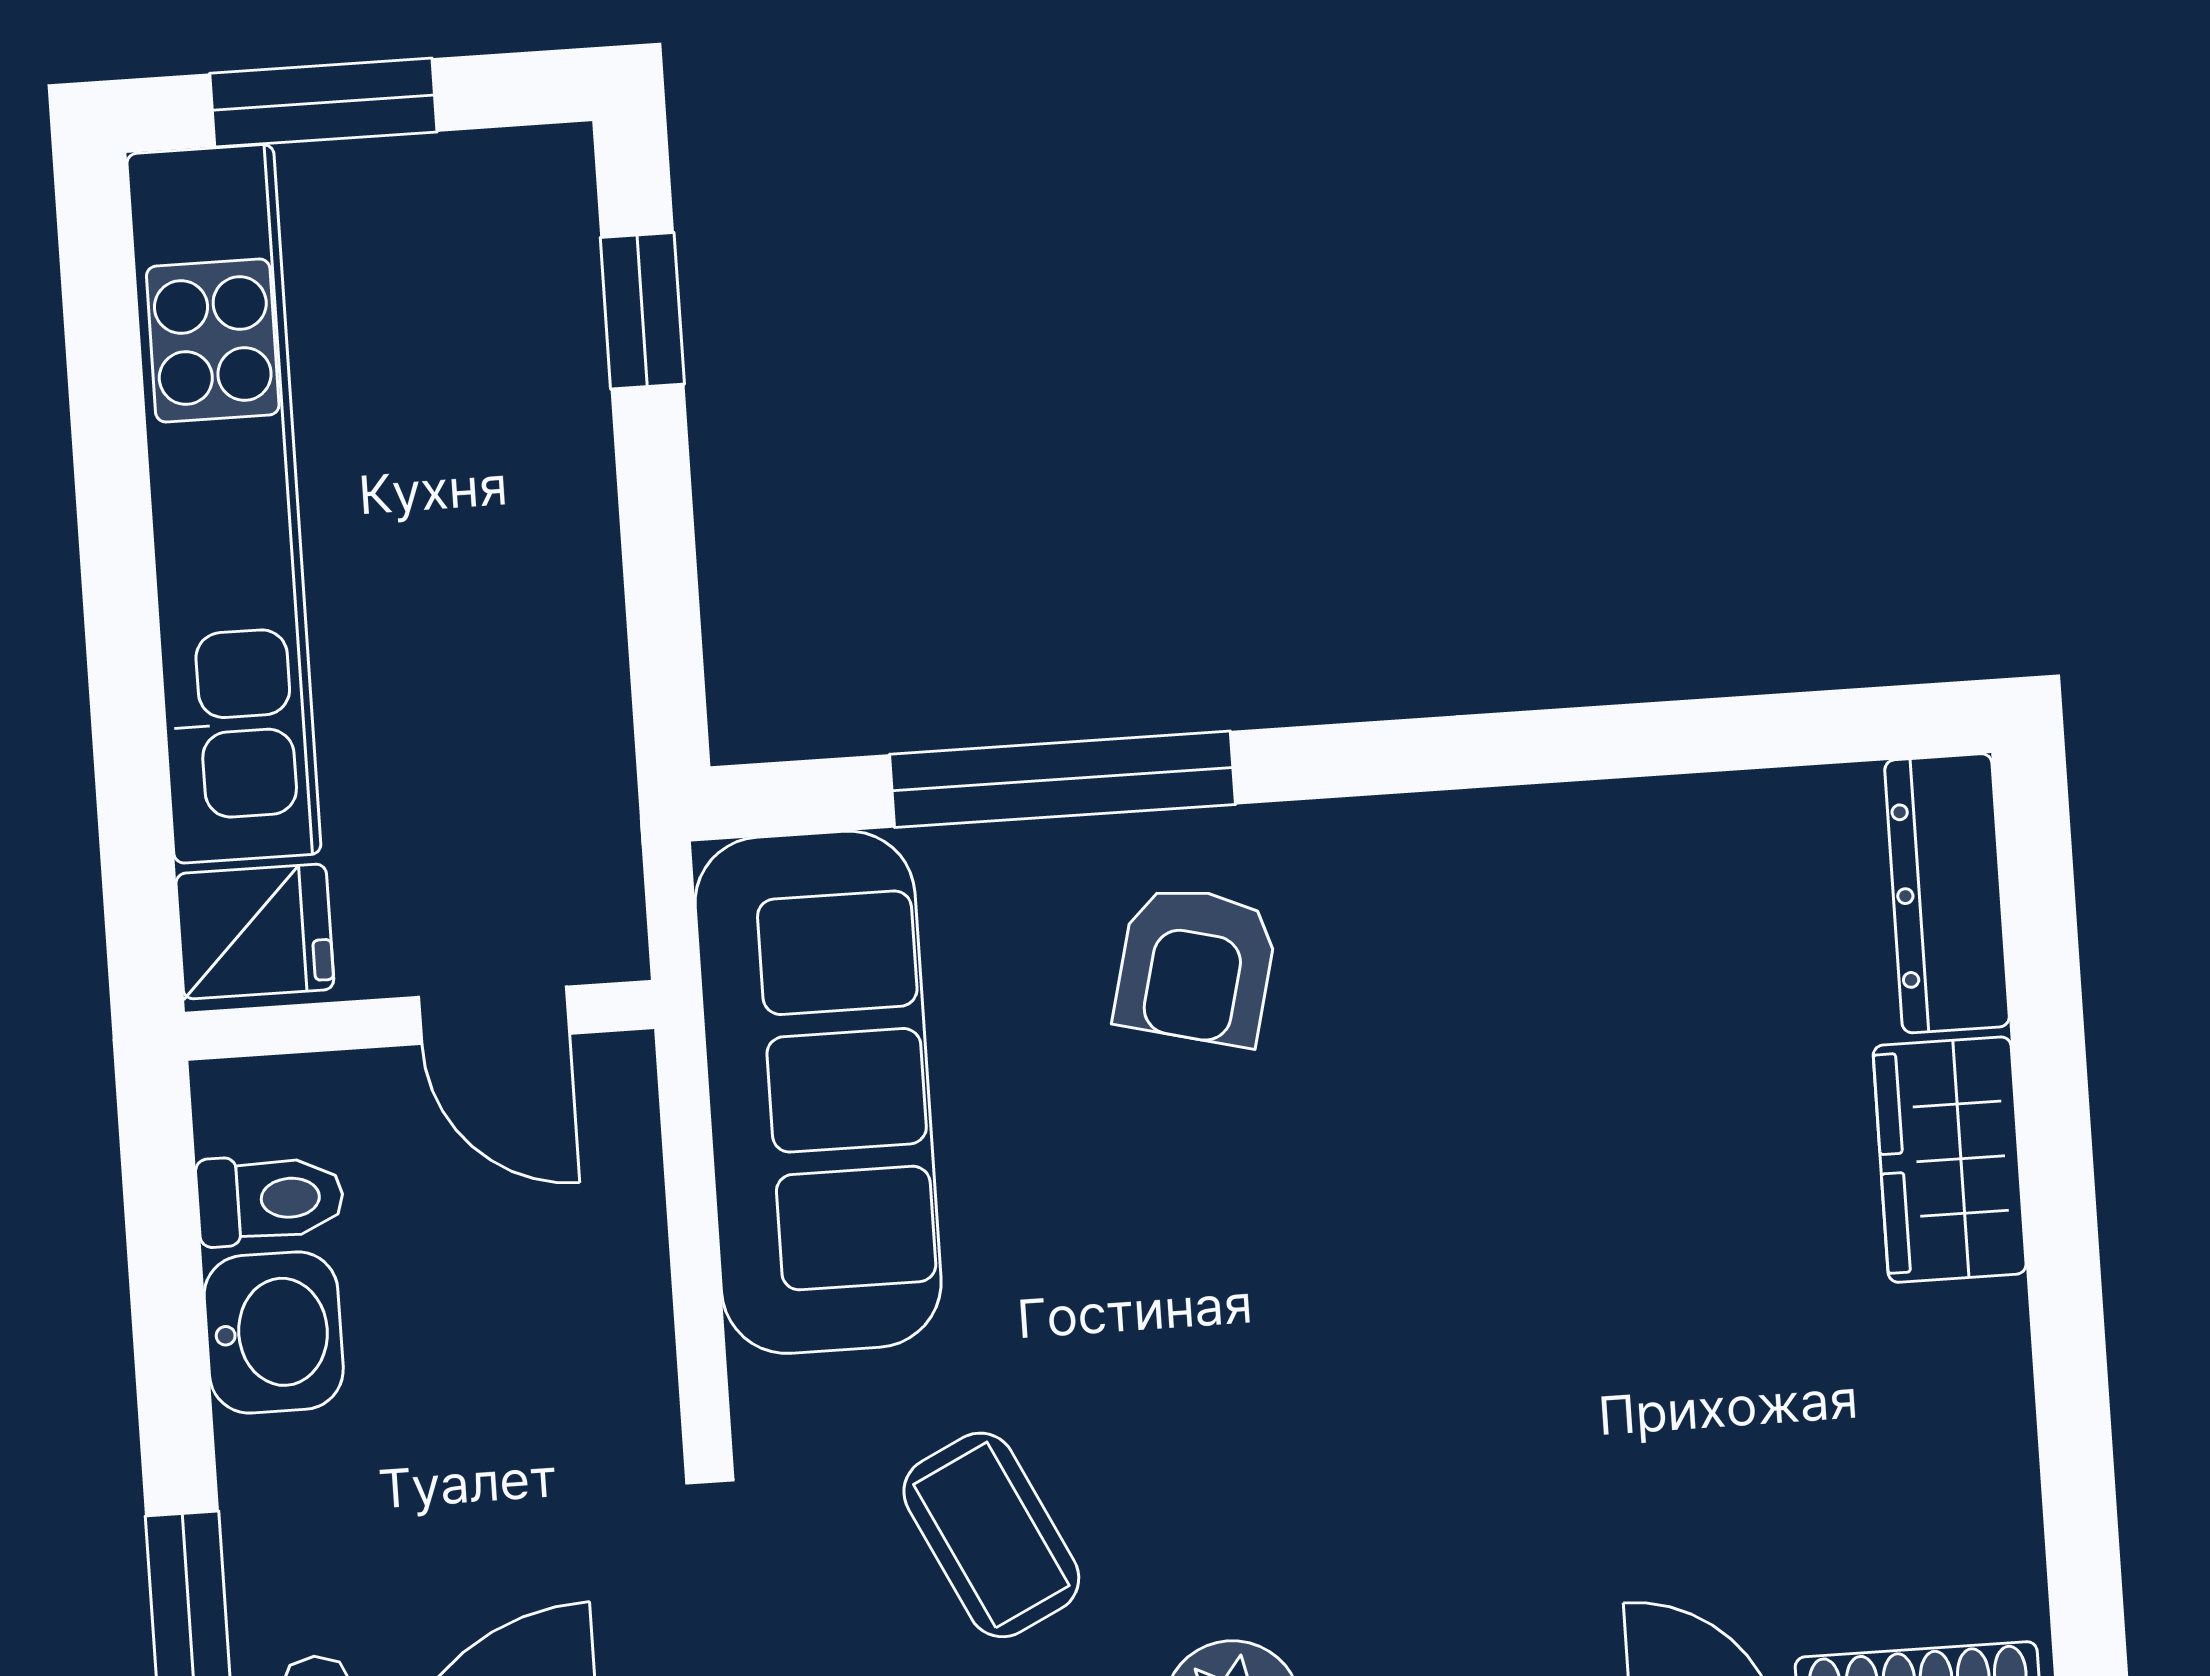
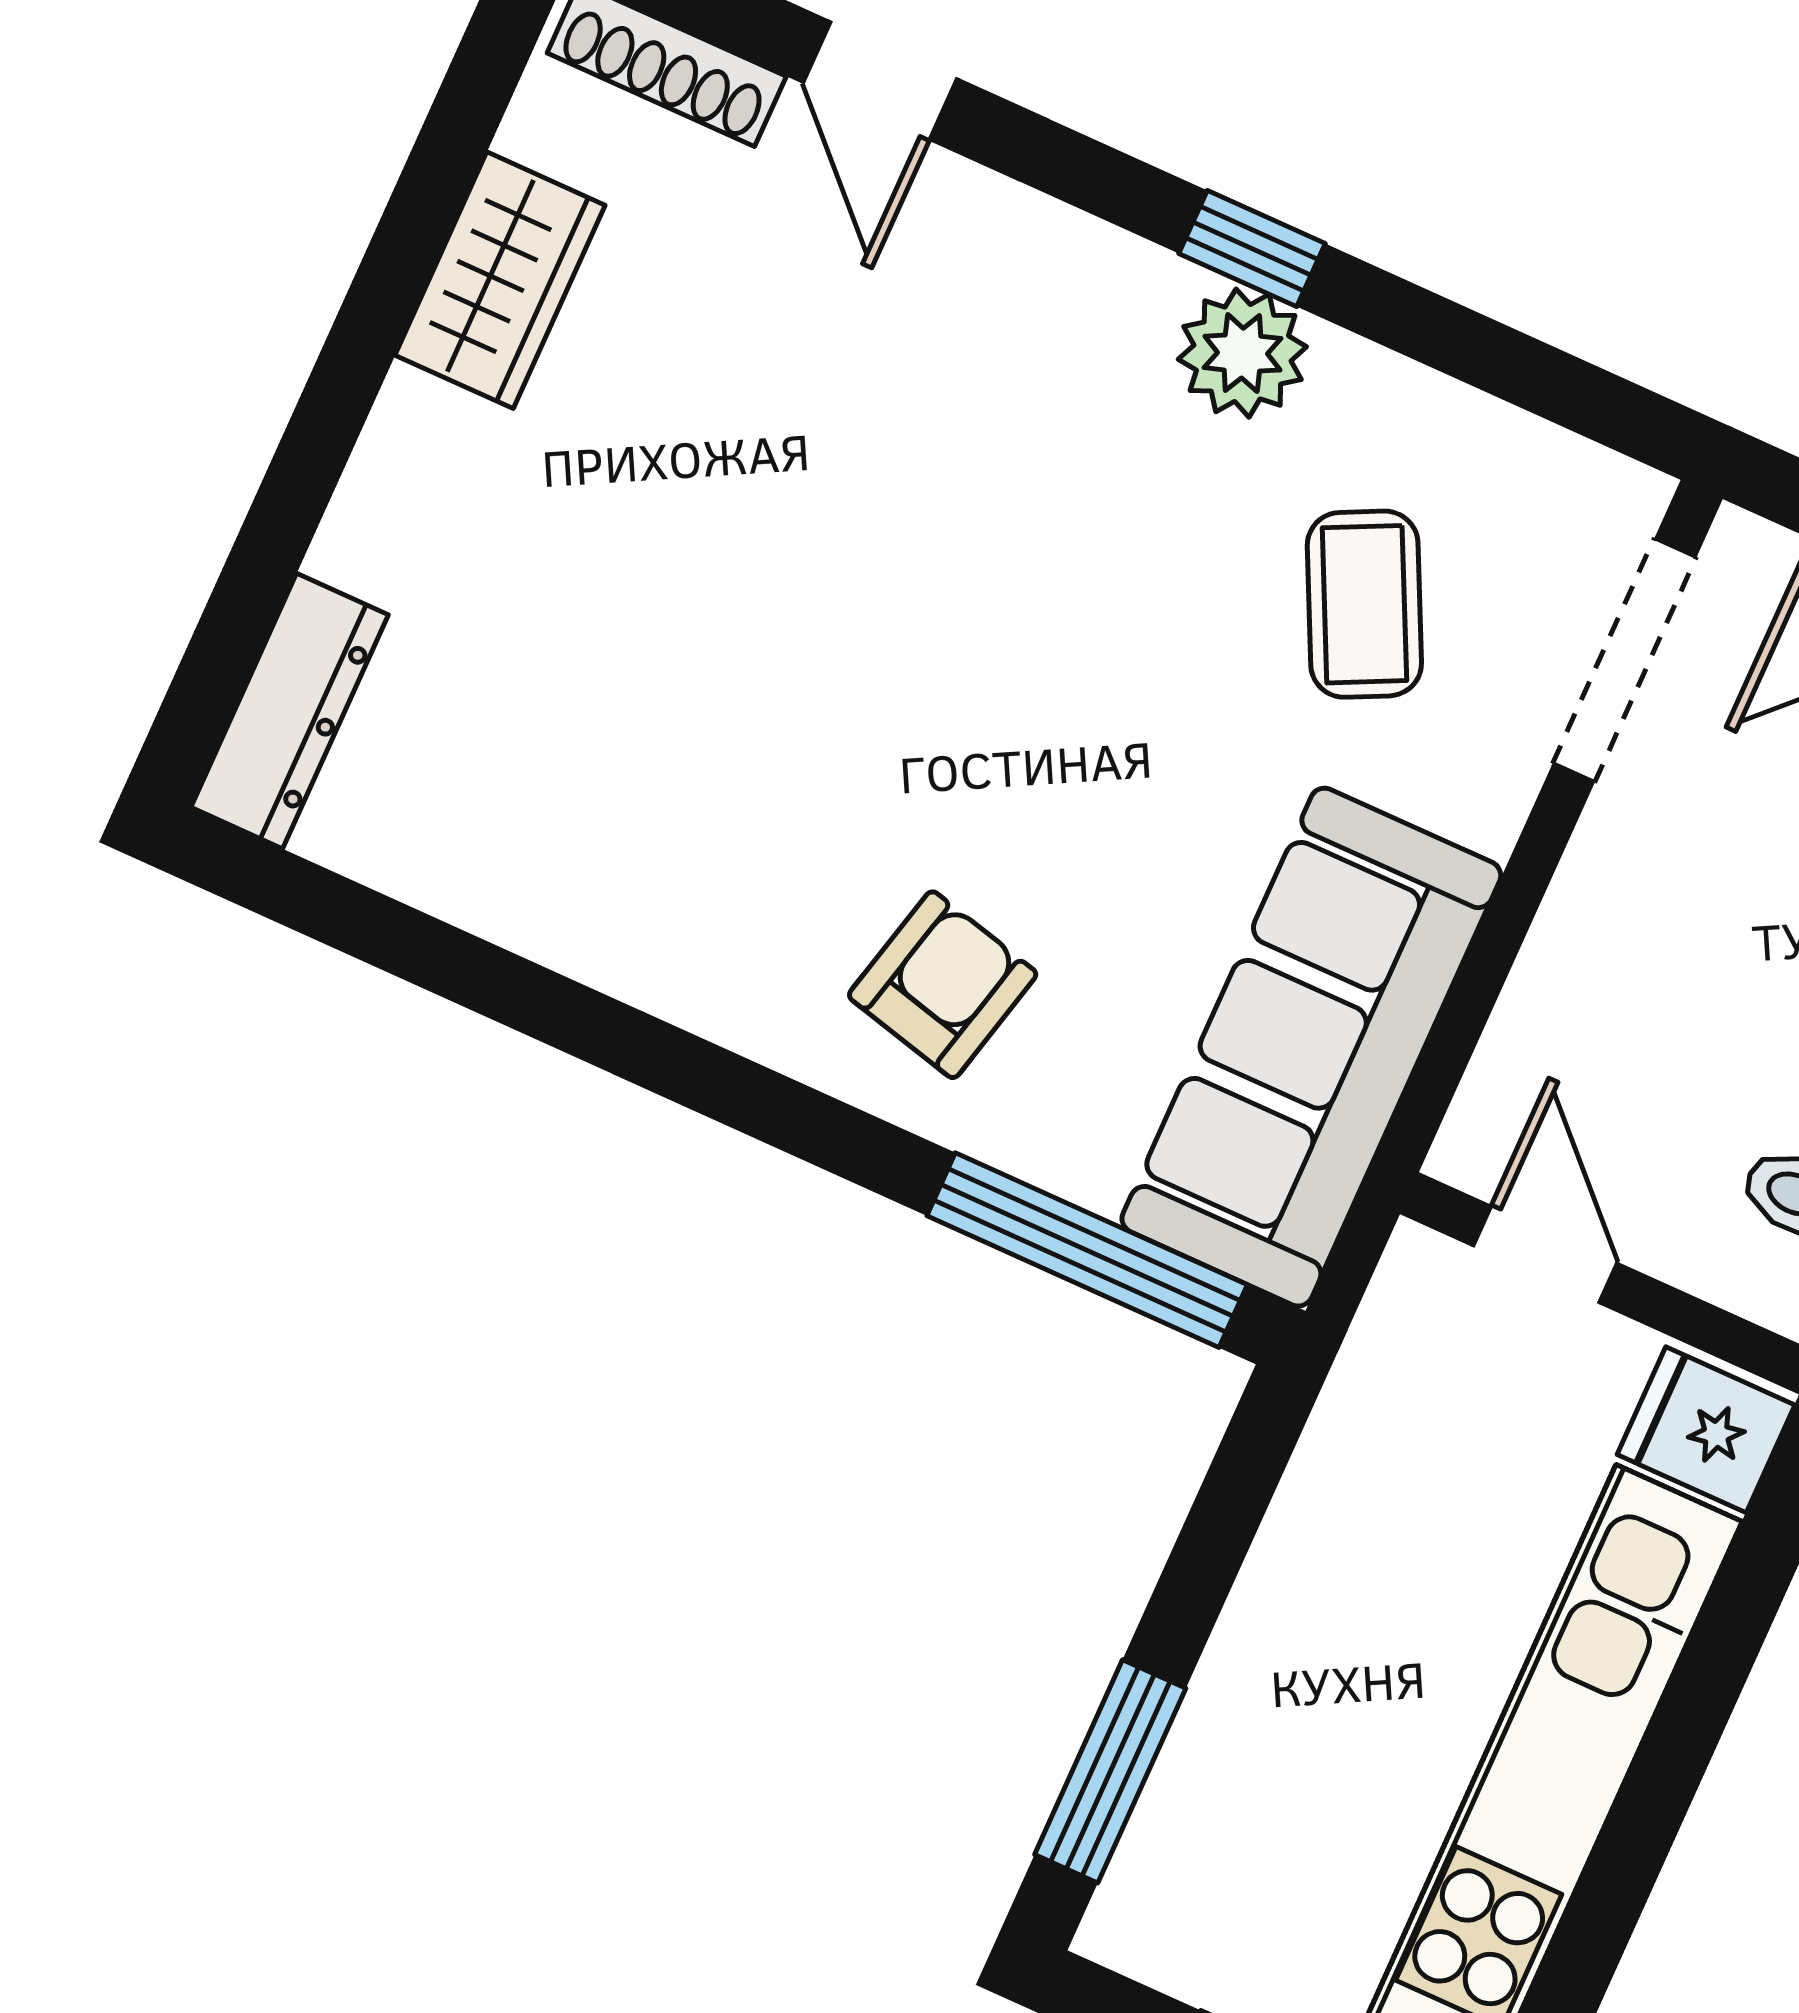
window: (642, 311) -> (1110, 1771), width x1.50
window: (1062, 779) -> (1087, 1250), moved
wardrobe: (1950, 1160) -> (500, 280), moved

